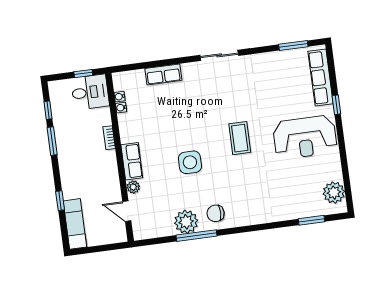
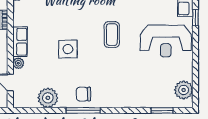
plant: (186, 222) -> (48, 98), moved
window: (197, 236) -> (83, 110), moved

